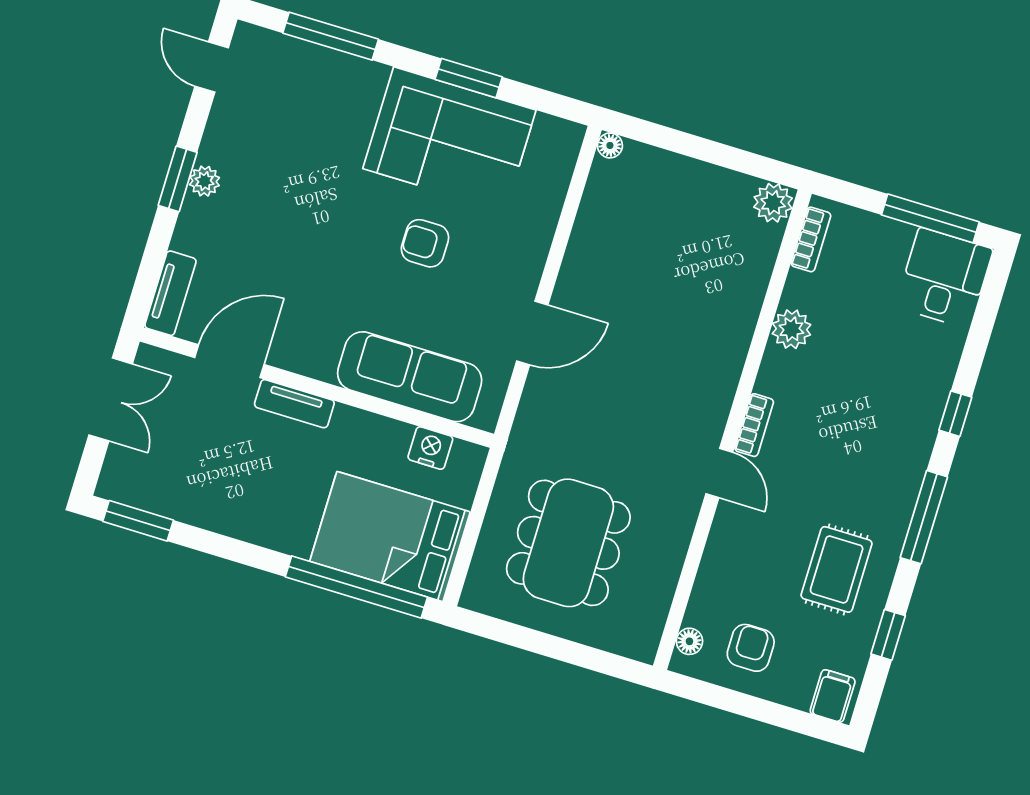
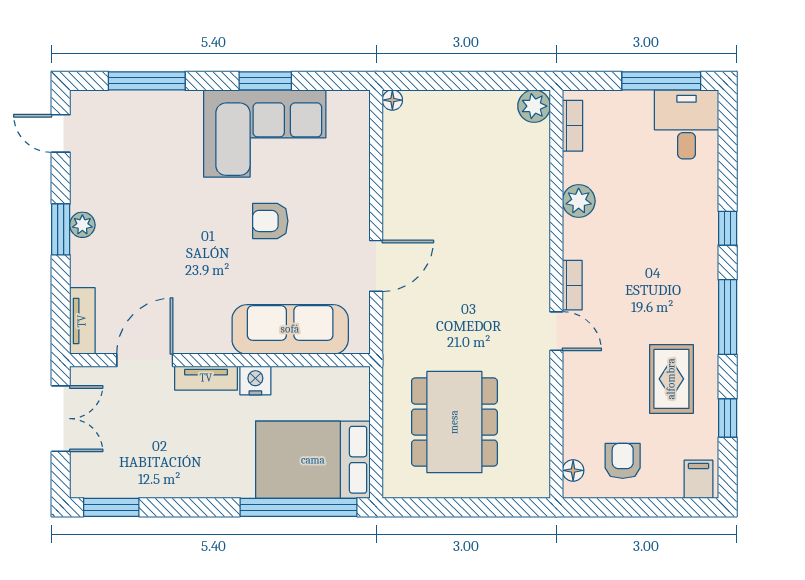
nightstand: (430, 448) -> (255, 380), moved

